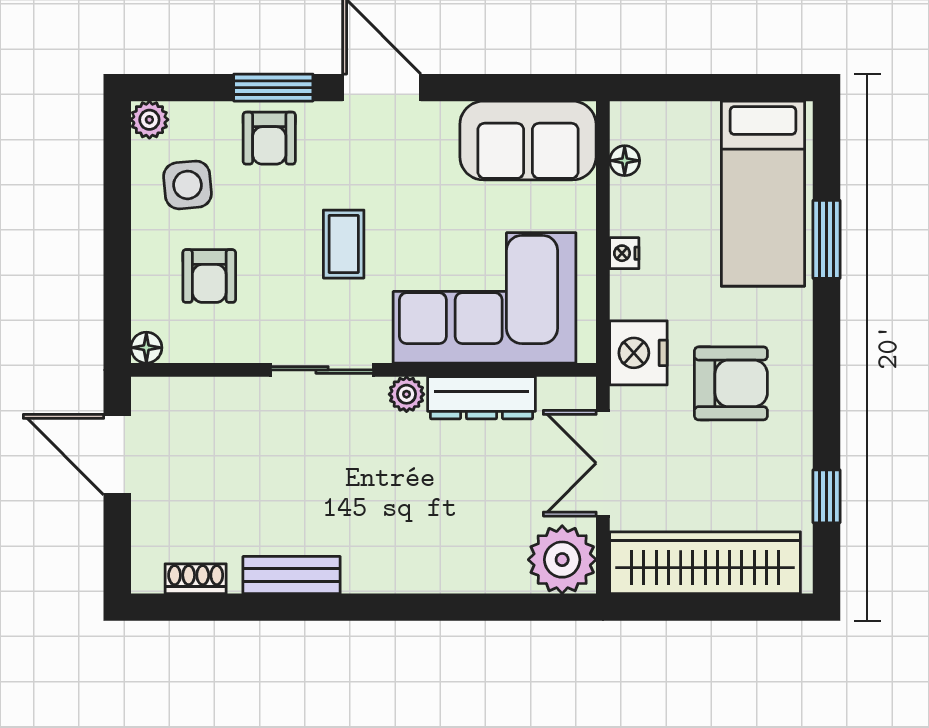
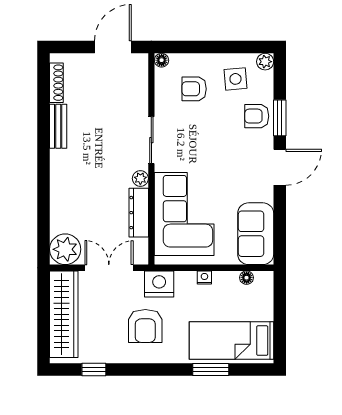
coffee table: (344, 244) -> (209, 150), removed
shoe rack: (196, 579) -> (56, 83), width x1.43

